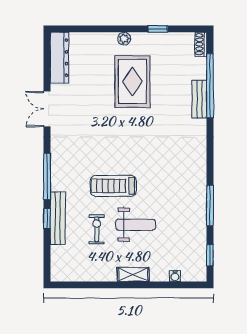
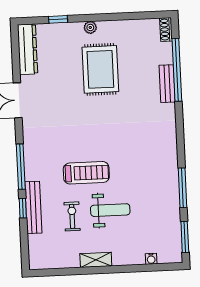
window: (158, 29) -> (58, 19), moved
treadmill: (113, 186) -> (86, 173), turned 180
window: (210, 255) -> (185, 237), width x1.50
shelving: (133, 274) -> (96, 260), moved

